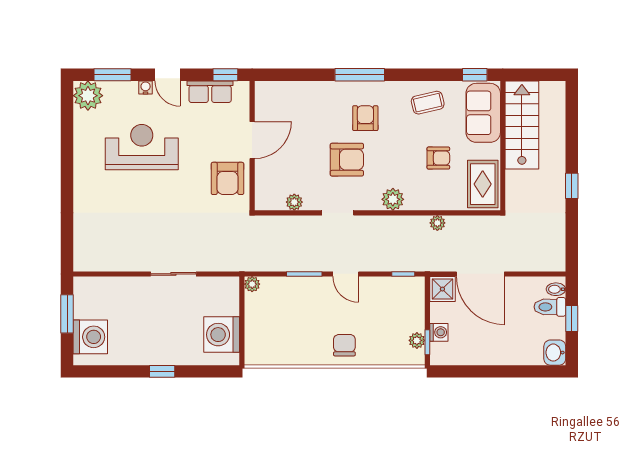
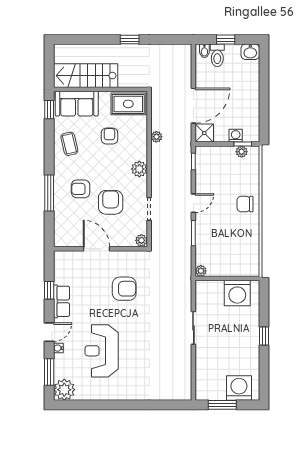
door: (252, 140) -> (96, 249), moved
wall: (252, 146) -> (100, 249), moved

